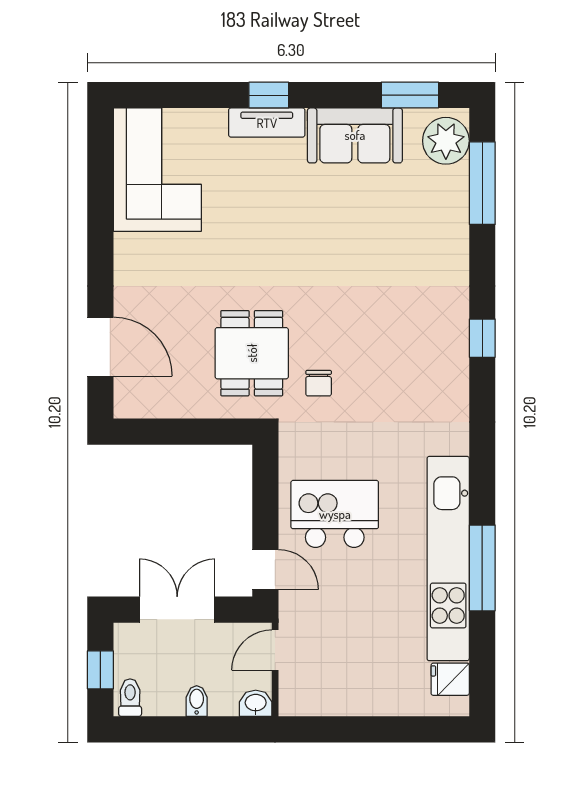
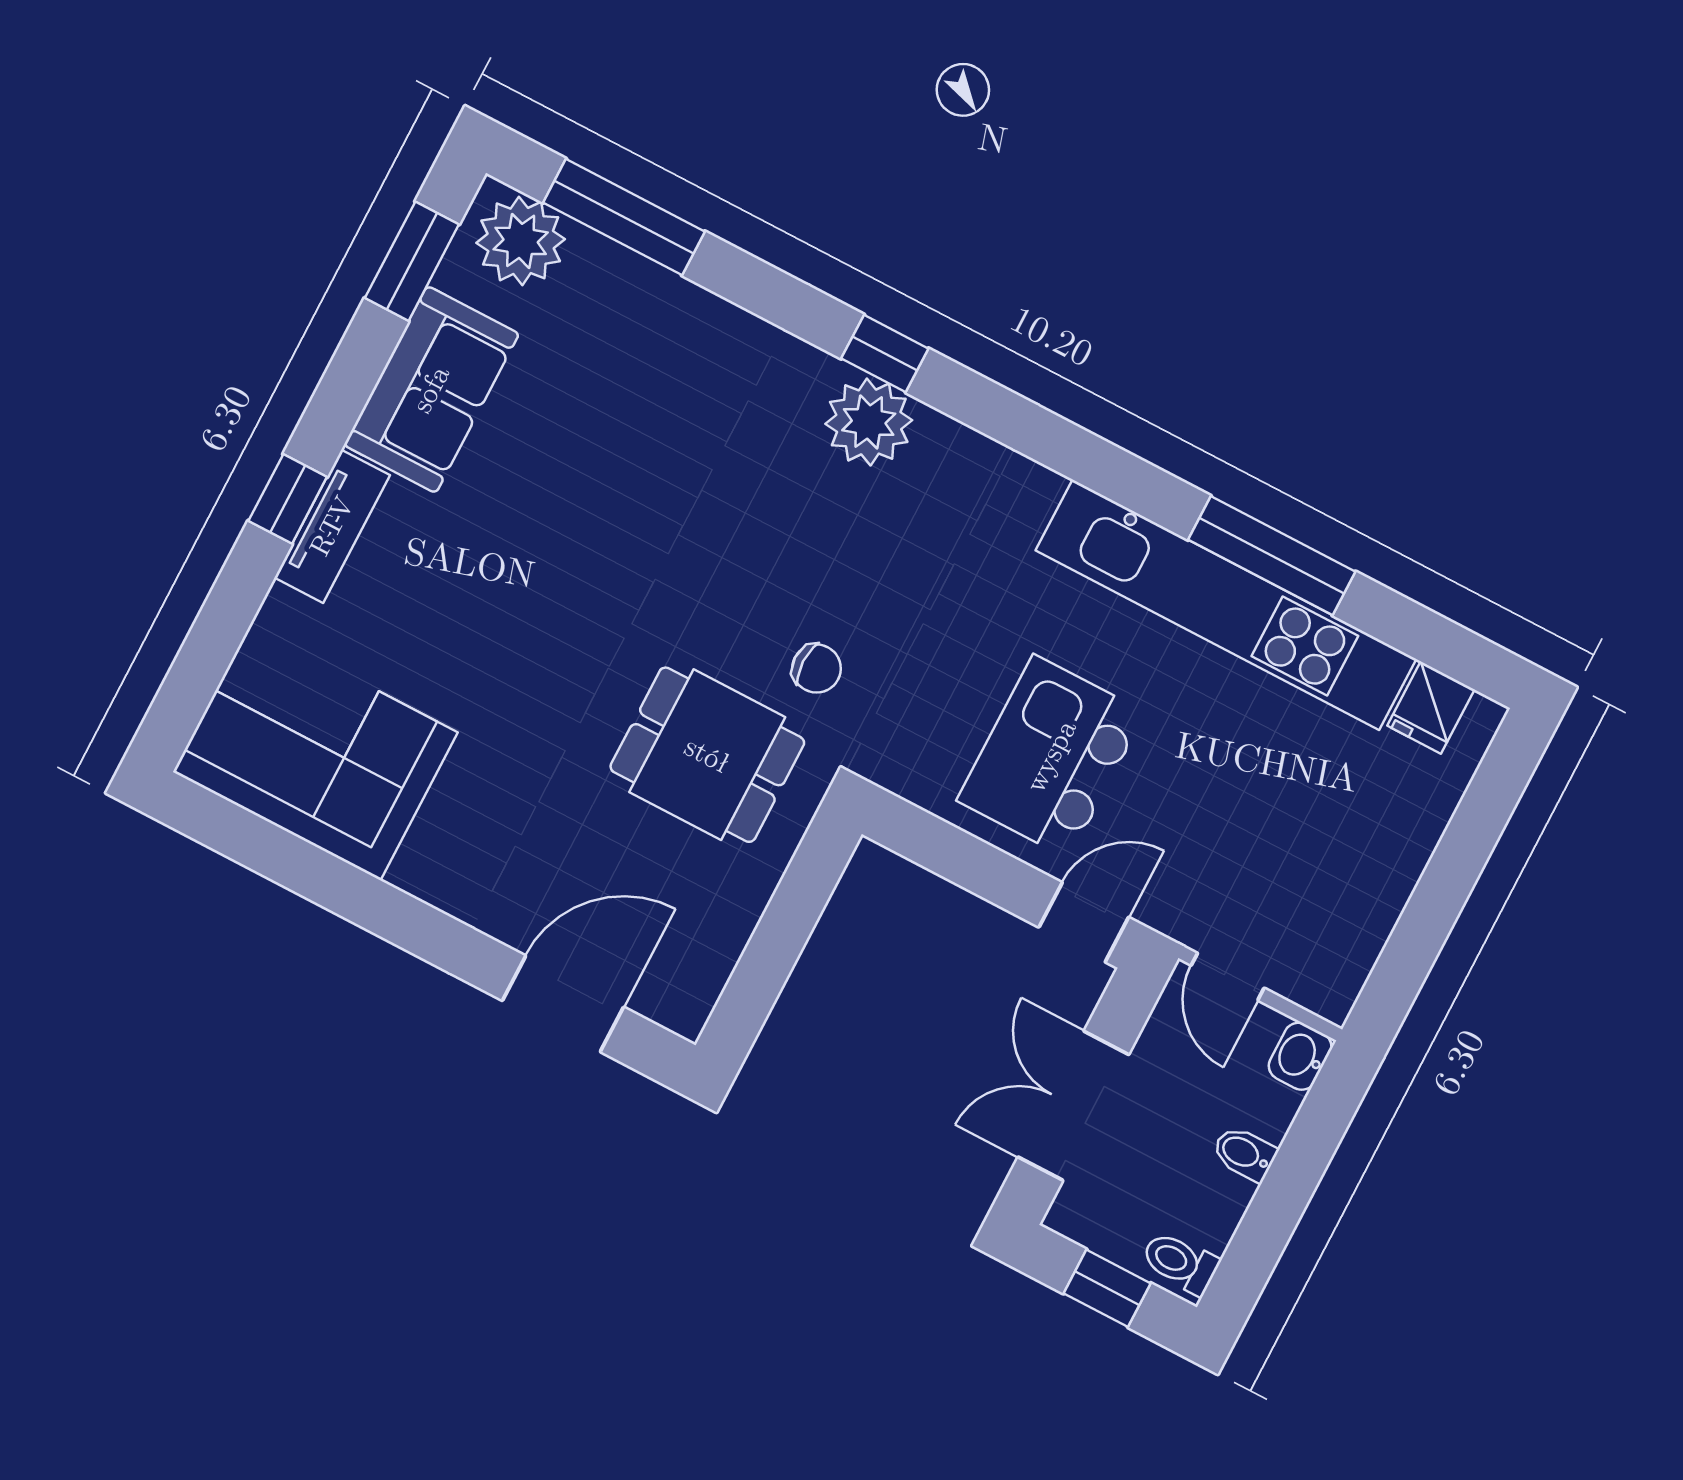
plant: (446, 347) -> (869, 422), added

